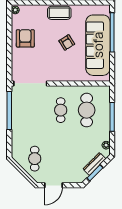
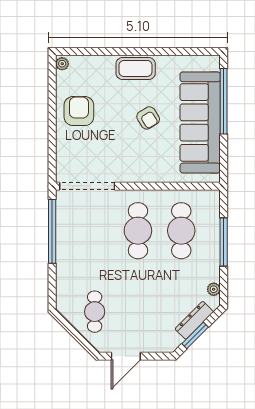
cafe table: (61, 110) -> (138, 231), width x1.37, depth x1.35

